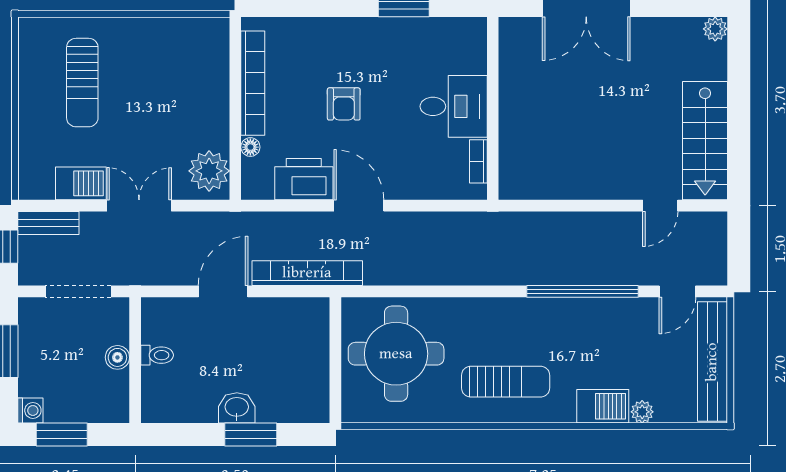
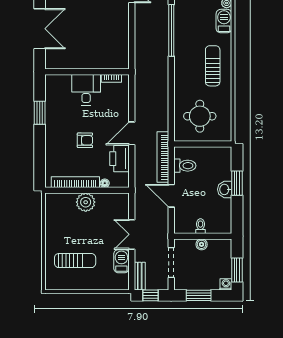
plant: (209, 171) -> (86, 202), moved
toilet: (289, 321) -> (185, 166), added
round table: (396, 354) -> (200, 116), width x0.73, depth x0.73

